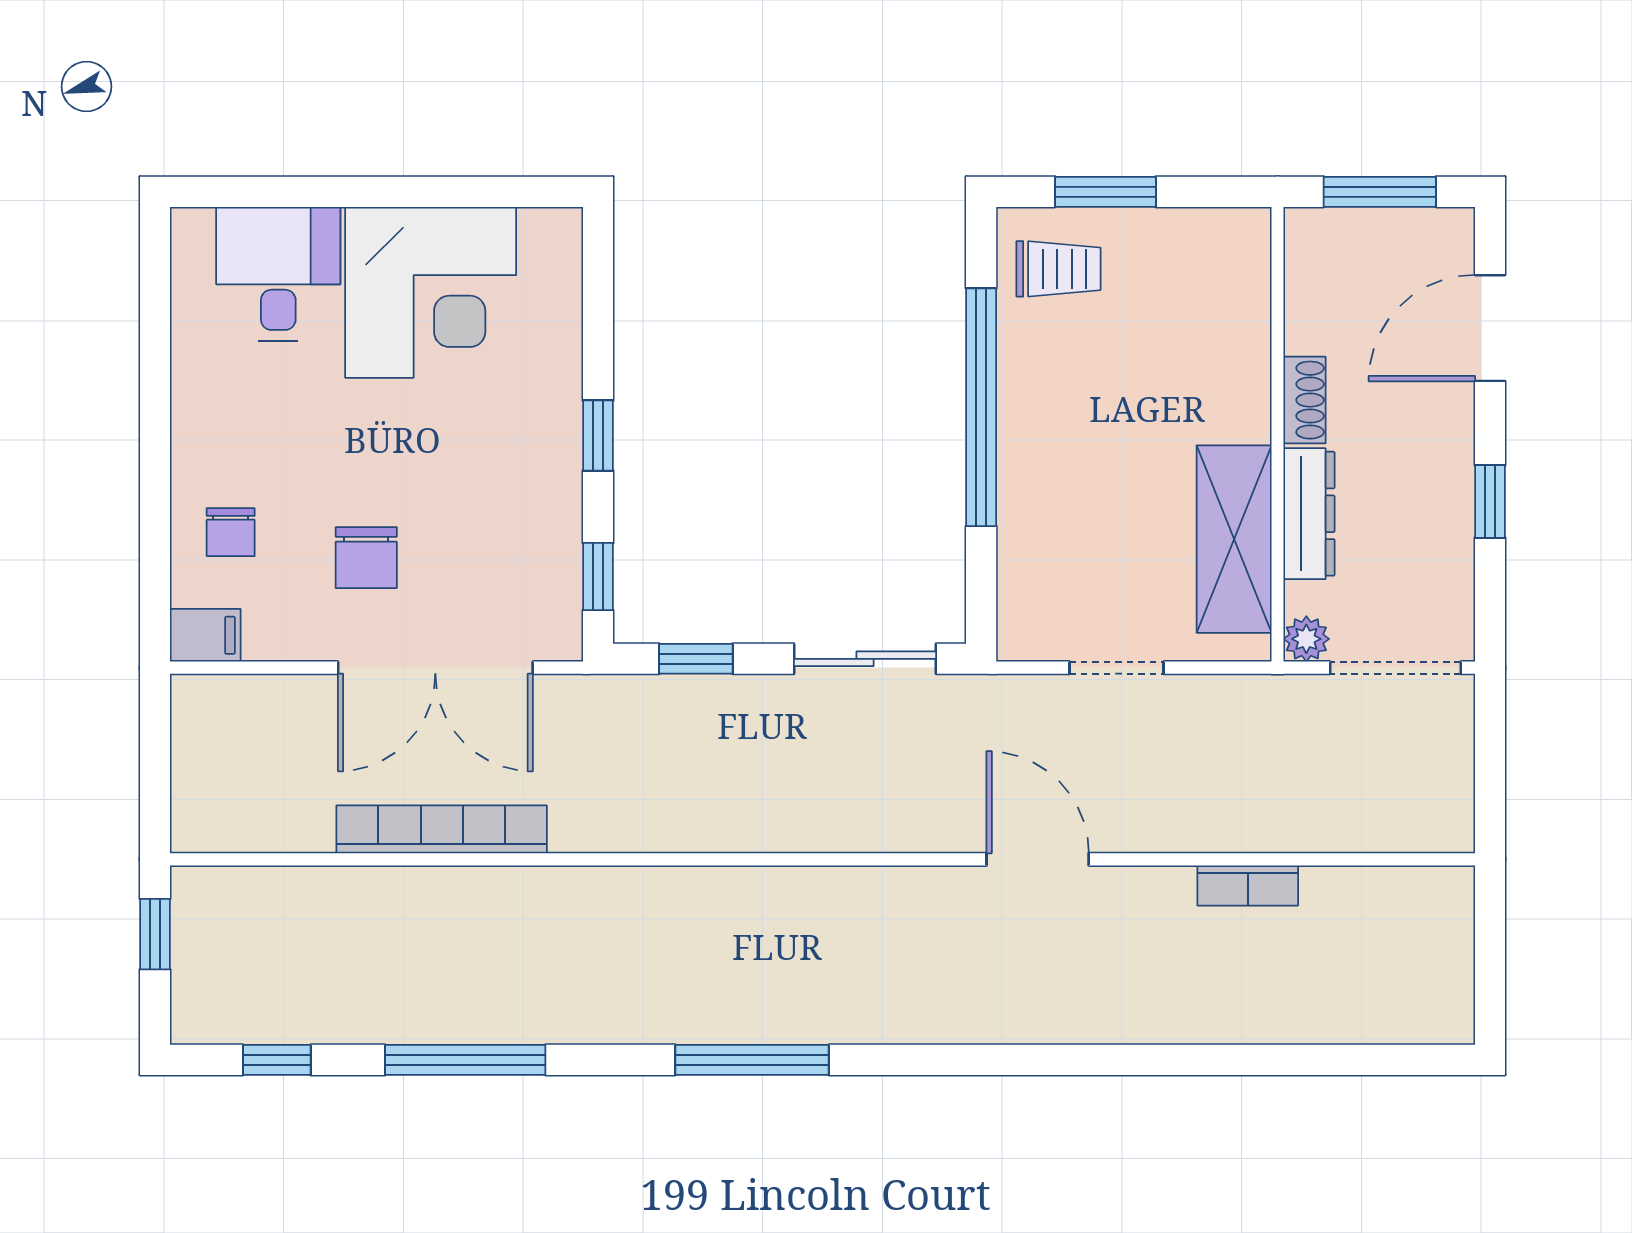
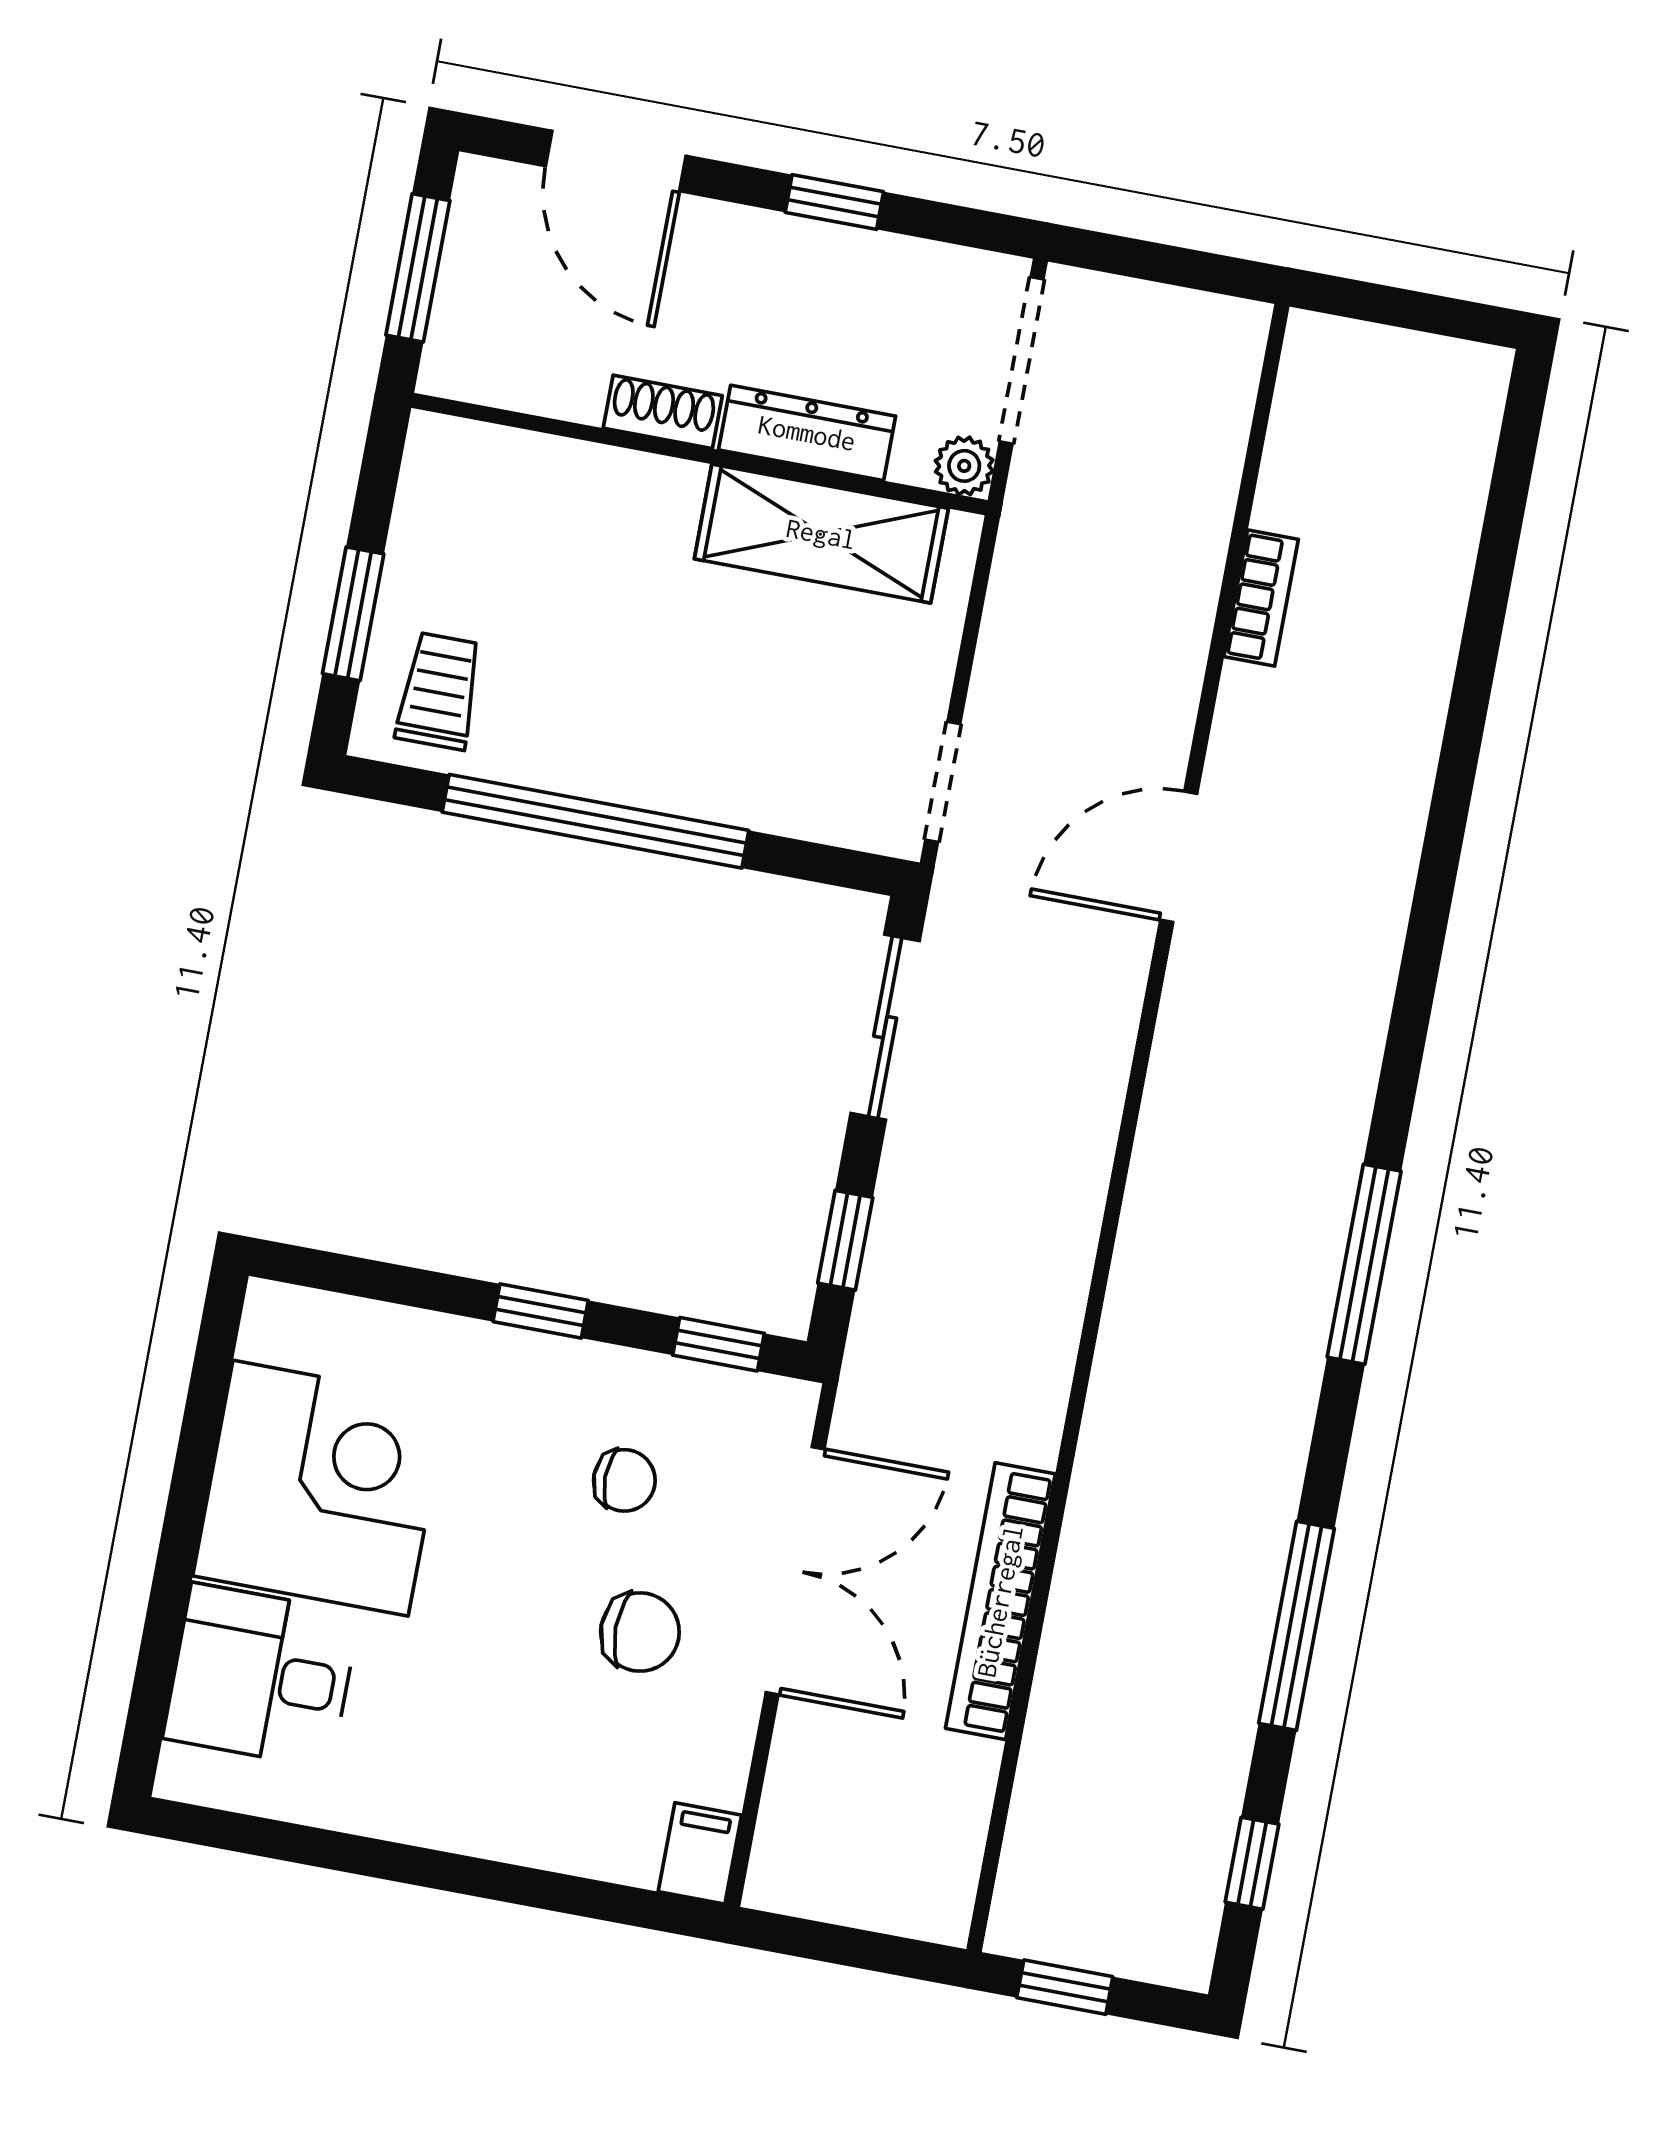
chair: (231, 532) -> (624, 1480), moved
doorway: (1117, 668) -> (943, 782), moved

